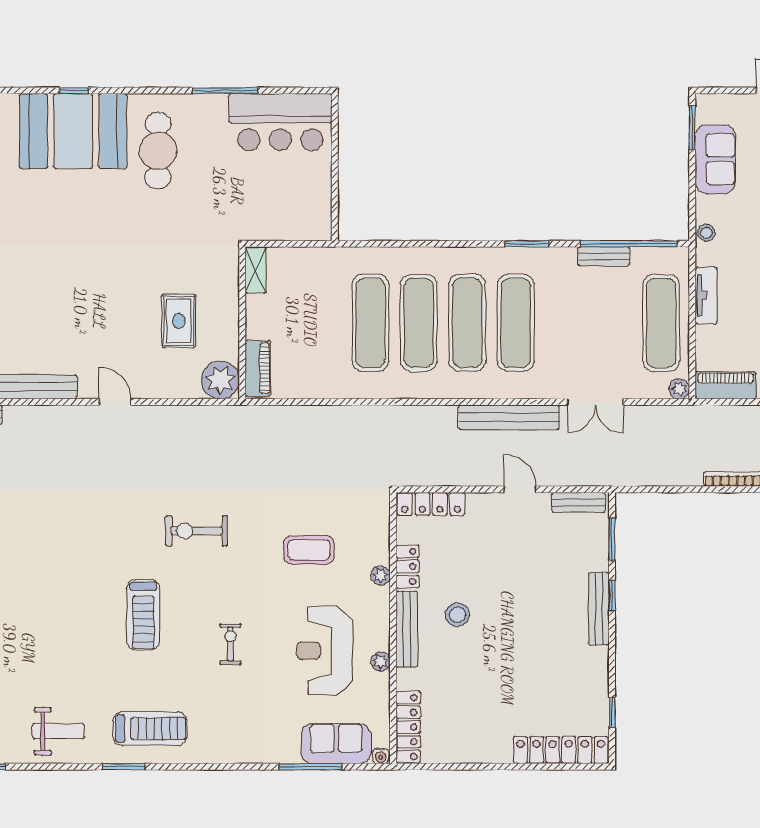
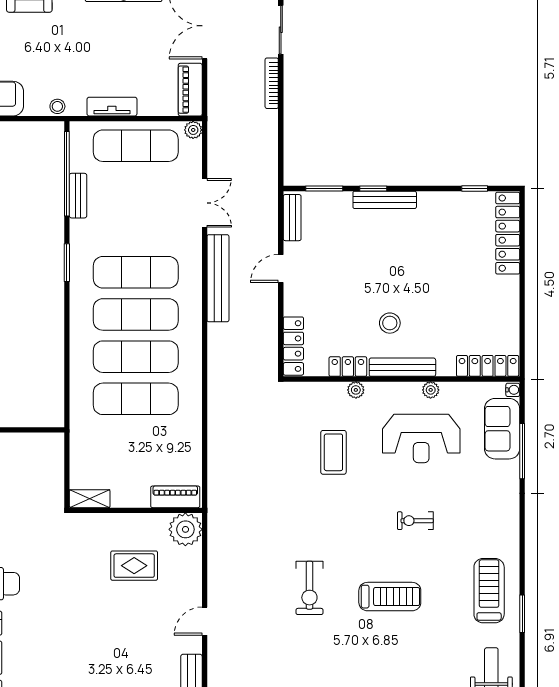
exercise bike: (197, 531) -> (309, 588), moved

